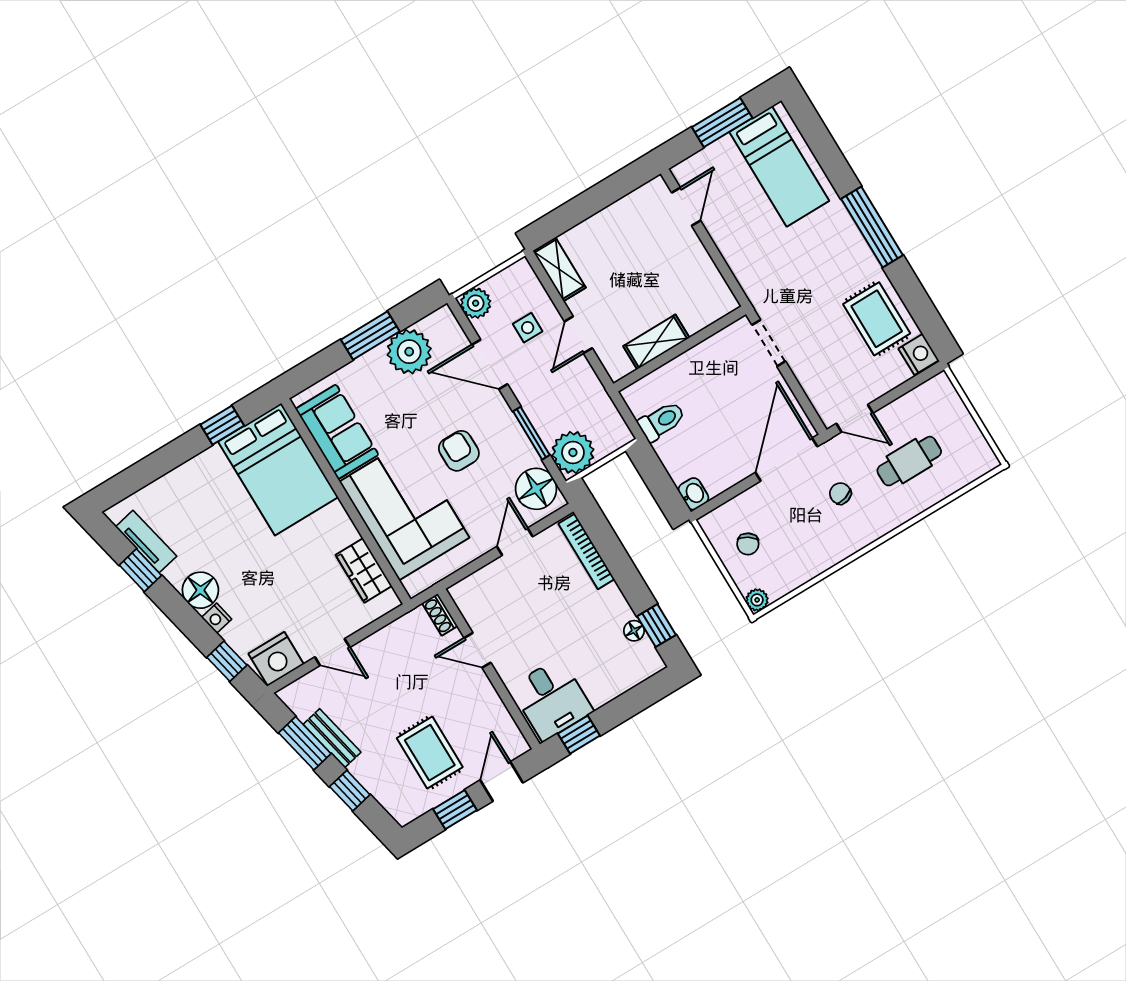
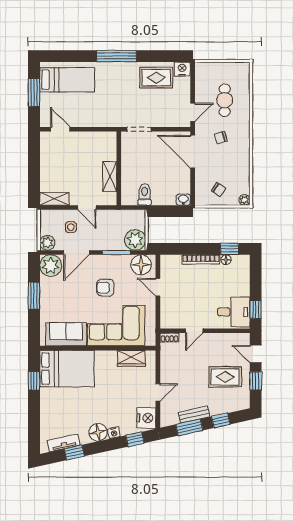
plant: (409, 352) -> (51, 266), moved
bookcase: (586, 551) -> (201, 259), moved

